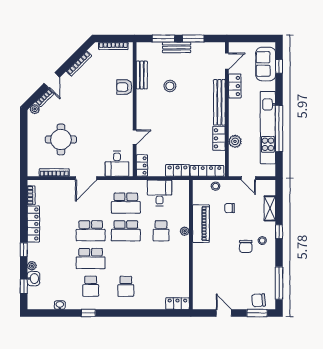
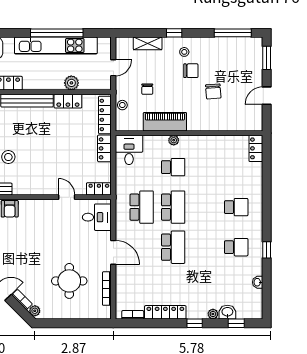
desk: (159, 193) -> (129, 150), moved, turned 90
school desk: (91, 259) -> (205, 247), removed
chair: (259, 300) -> (213, 91), moved

